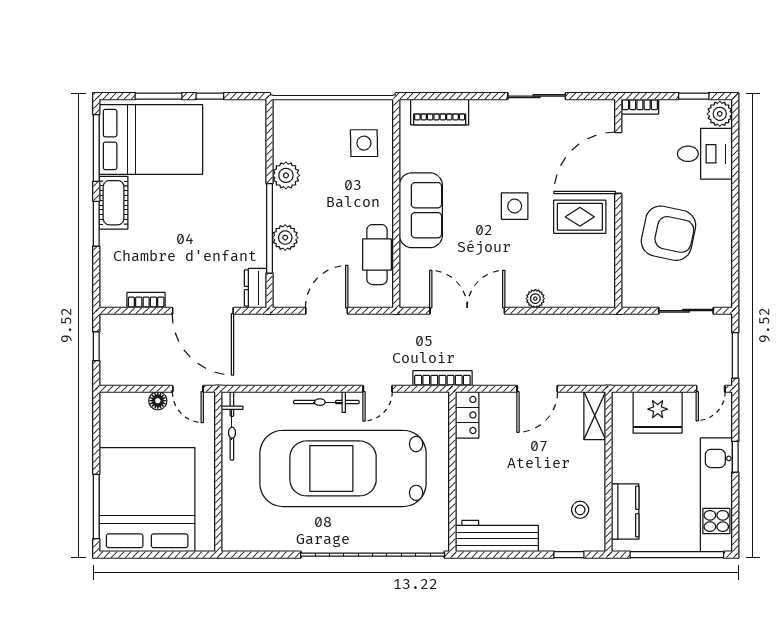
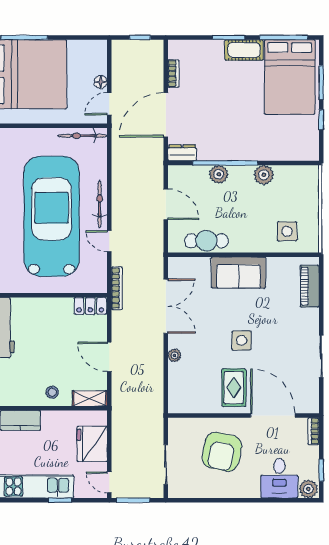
stool: (580, 510) -> (52, 392), moved

